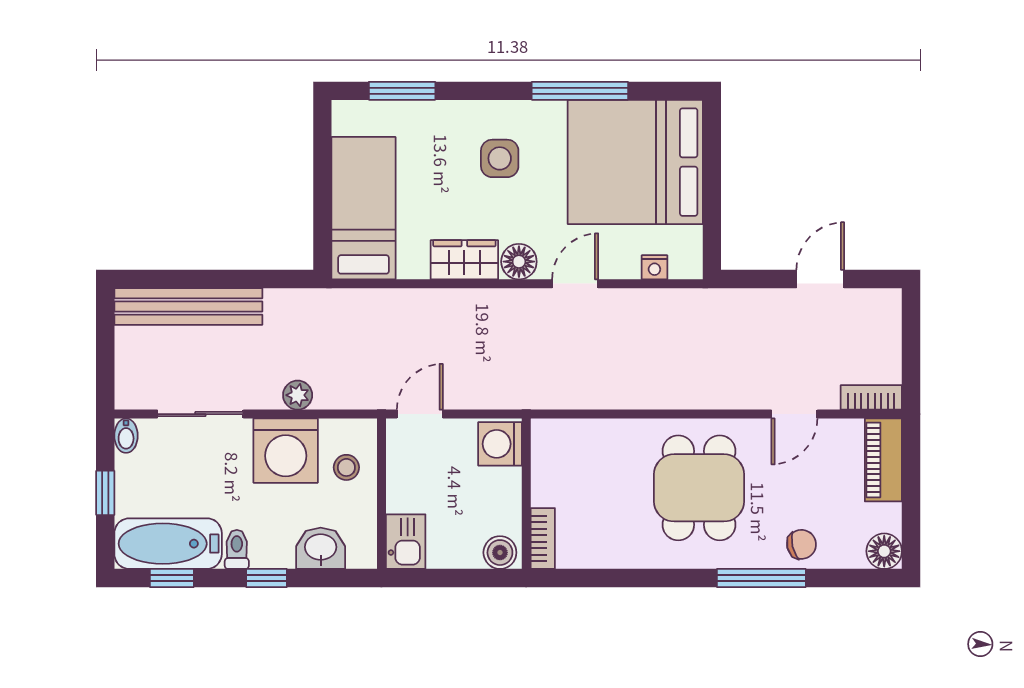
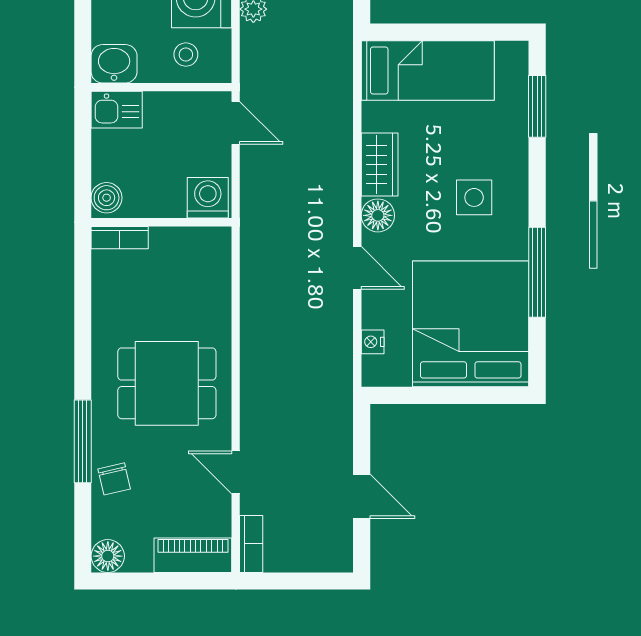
washbasin: (321, 548) -> (114, 64), moved, turned -90

